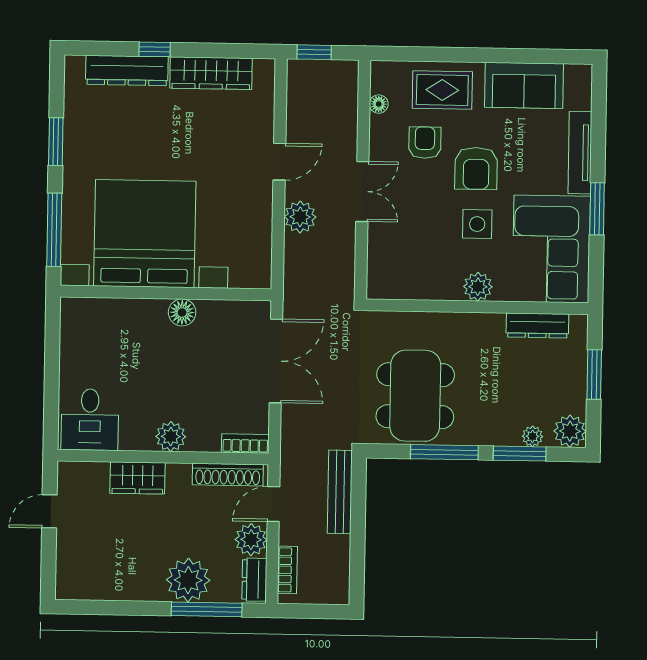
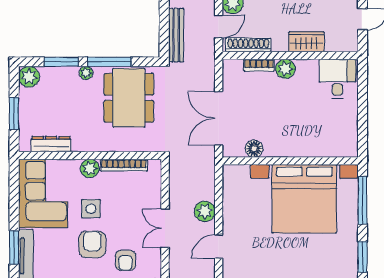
window: (597, 209) -> (14, 247), moved
bookcase: (425, 291) -> (124, 165), added
floor lamp: (182, 312) -> (254, 149), moved
plant: (532, 436) -> (86, 73), moved
bookcase: (245, 443) -> (259, 65), moved

